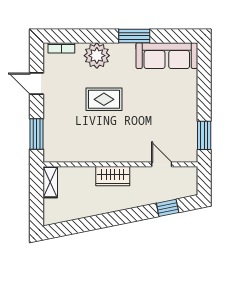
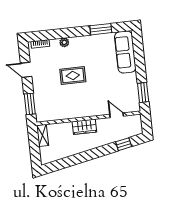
window: (134, 36) -> (101, 29), moved
plant: (97, 56) -> (64, 42), width x0.53, depth x0.53
sofa: (167, 56) -> (125, 52), moved, turned 90

